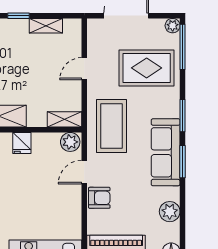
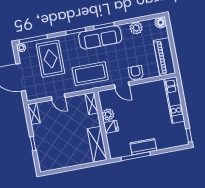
shelving: (46, 26) -> (34, 114), moved
plant: (70, 142) -> (108, 115), moved

